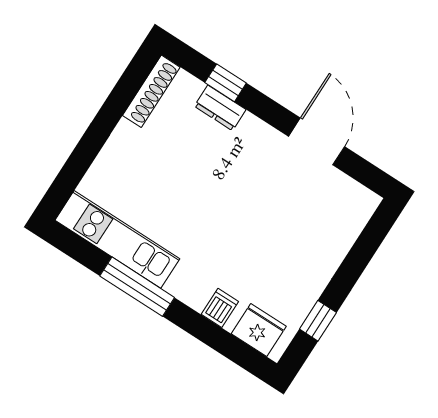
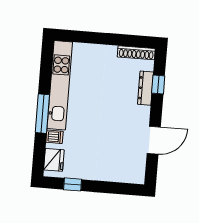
dresser: (220, 108) -> (145, 88), width x1.44
kitchen unit: (117, 239) -> (60, 85), width x1.36
window: (137, 287) -> (42, 114), moved

